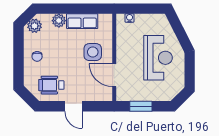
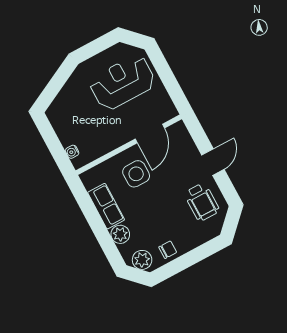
chair: (37, 56) -> (168, 250), moved
reception desk: (158, 58) -> (122, 82), moved
window: (141, 106) -> (170, 82), removed

